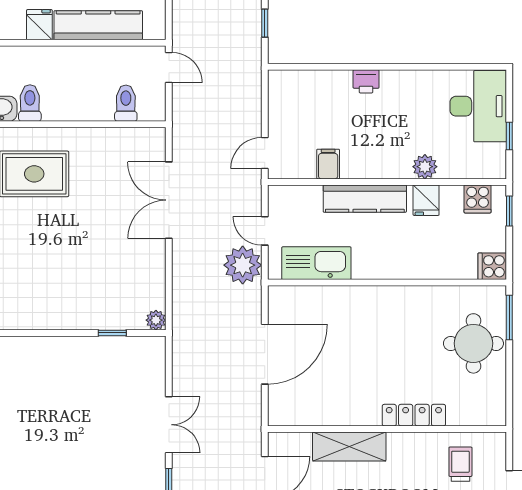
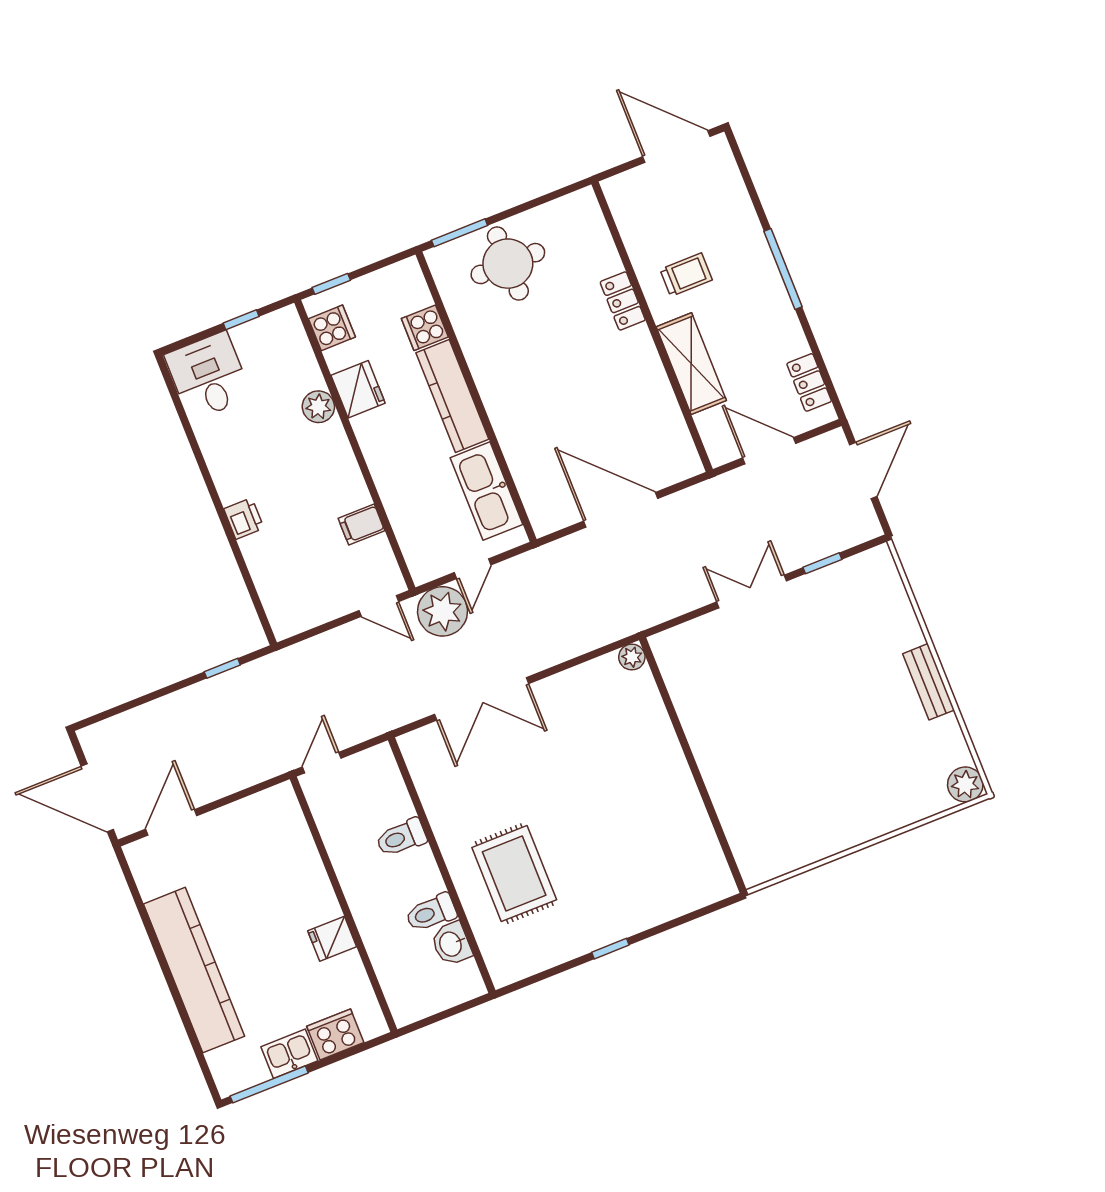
kitchen counter: (98, 25) -> (305, 868), removed
toilet: (126, 103) -> (401, 838), moved
desk: (478, 106) -> (208, 376), width x0.73
kitchen counter: (365, 199) -> (452, 396), moved, turned 180
fridge: (426, 200) -> (358, 389), width x1.38
plant: (243, 265) -> (443, 611), moved
cooker: (492, 266) -> (425, 328), moved, turned 90
window: (112, 333) -> (668, 703), removed
locker: (414, 415) -> (623, 301), width x0.66
trolley: (460, 464) -> (686, 275), moved, turned 180

